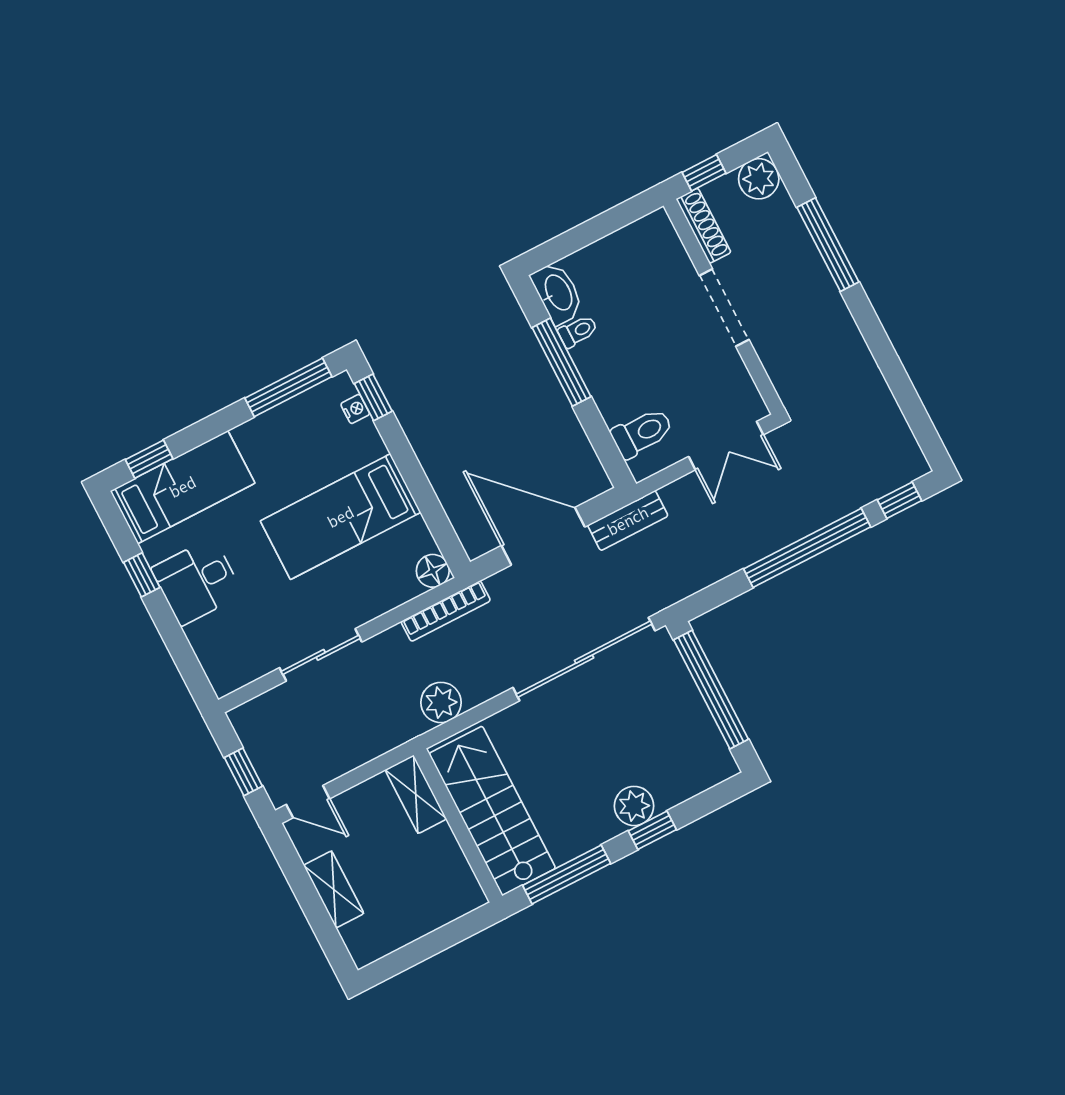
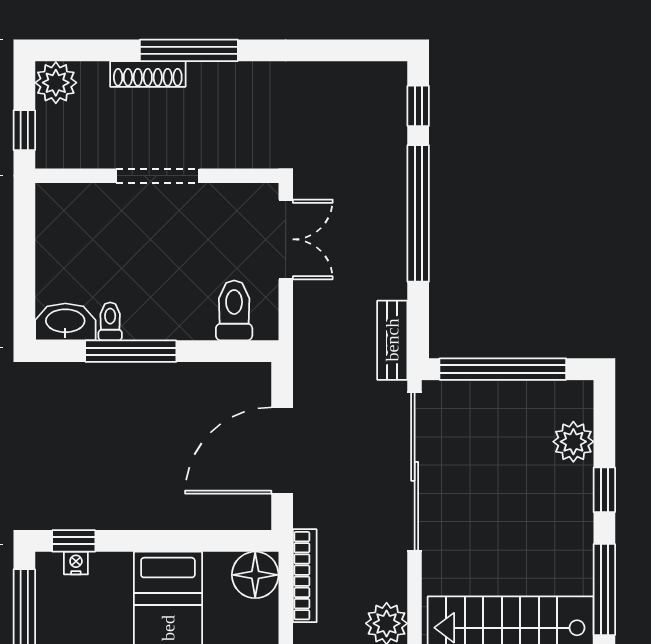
shoe rack: (704, 226) -> (148, 74), moved, turned 180
window: (828, 245) -> (189, 50), moved
bench: (628, 521) -> (392, 340), moved
floor lamp: (433, 571) -> (255, 575), width x1.38, depth x1.38
plant: (634, 806) -> (573, 442), moved

